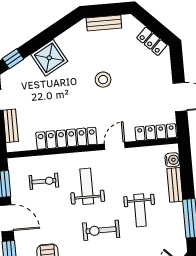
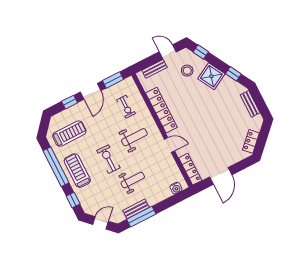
window: (57, 29) -> (233, 74), added
stool: (103, 80) -> (187, 71), moved
bench: (175, 185) -> (136, 209), moved
weight bench: (140, 210) -> (133, 180), turned 180

